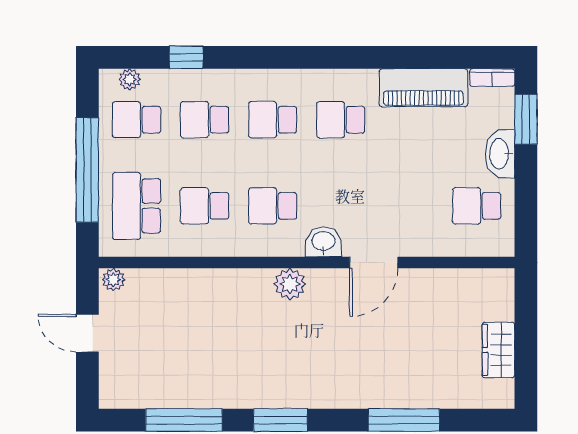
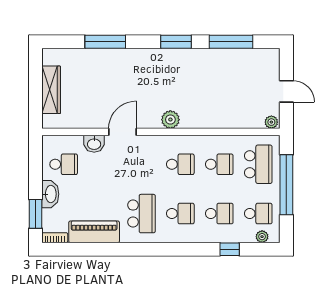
school desk: (341, 120) -> (141, 214), width x1.85
washbasin: (323, 242) -> (94, 144), moved
wardrobe: (498, 350) -> (51, 90), width x1.50

